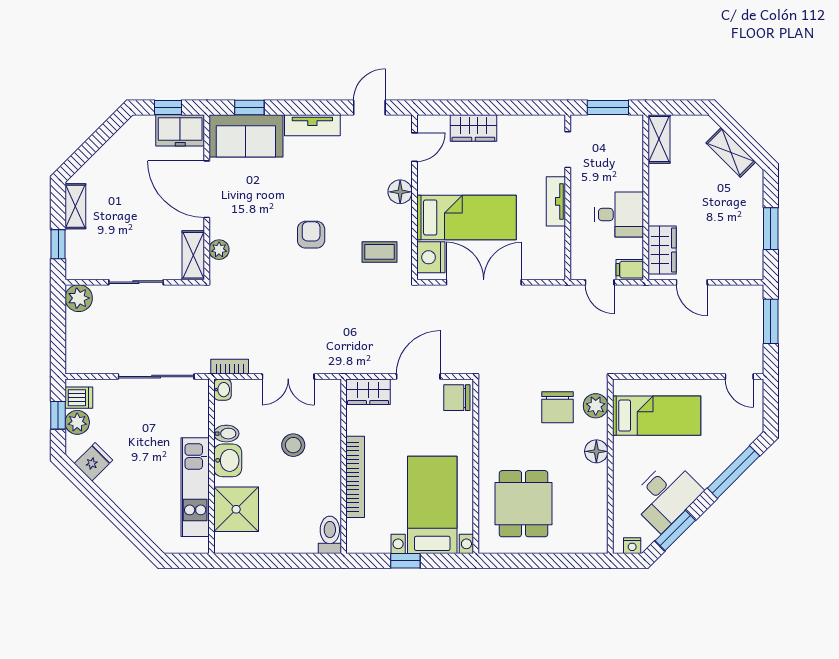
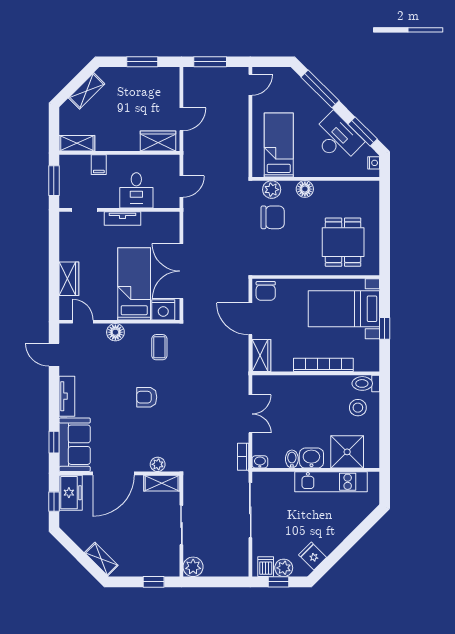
shelving: (75, 206) -> (101, 559), moved, turned 45
desk: (619, 215) -> (136, 190), moved, turned 180
filing cabinet: (630, 270) -> (99, 165), moved
stool: (293, 445) -> (358, 408), moved
dining table: (524, 504) -> (343, 242), turned 90

